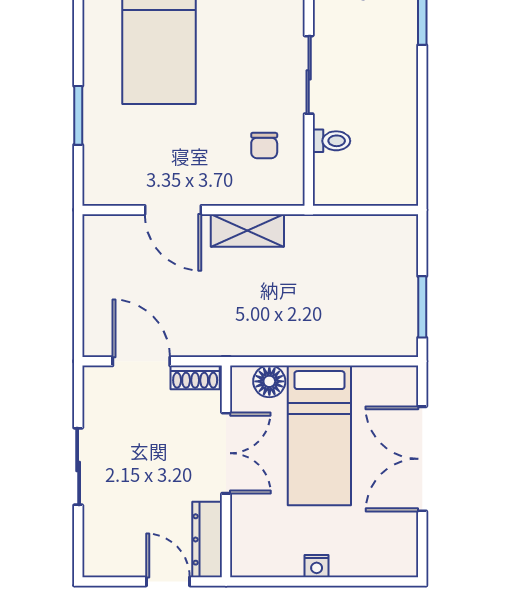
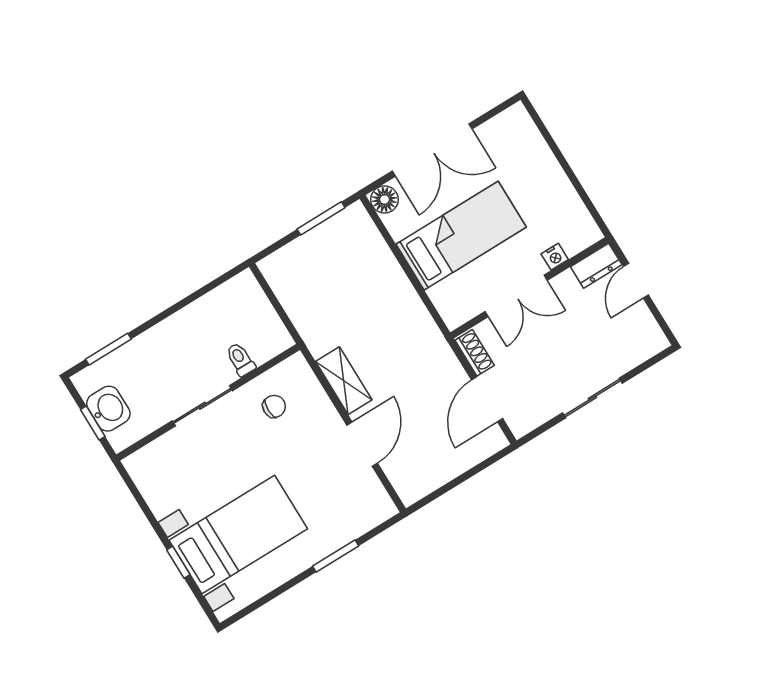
floor lamp: (269, 381) -> (384, 200), moved
double door: (226, 453) -> (516, 296), swing flipped
dresser: (207, 539) -> (596, 266), width x0.70
nightstand: (317, 566) -> (555, 257), moved, turned 90

